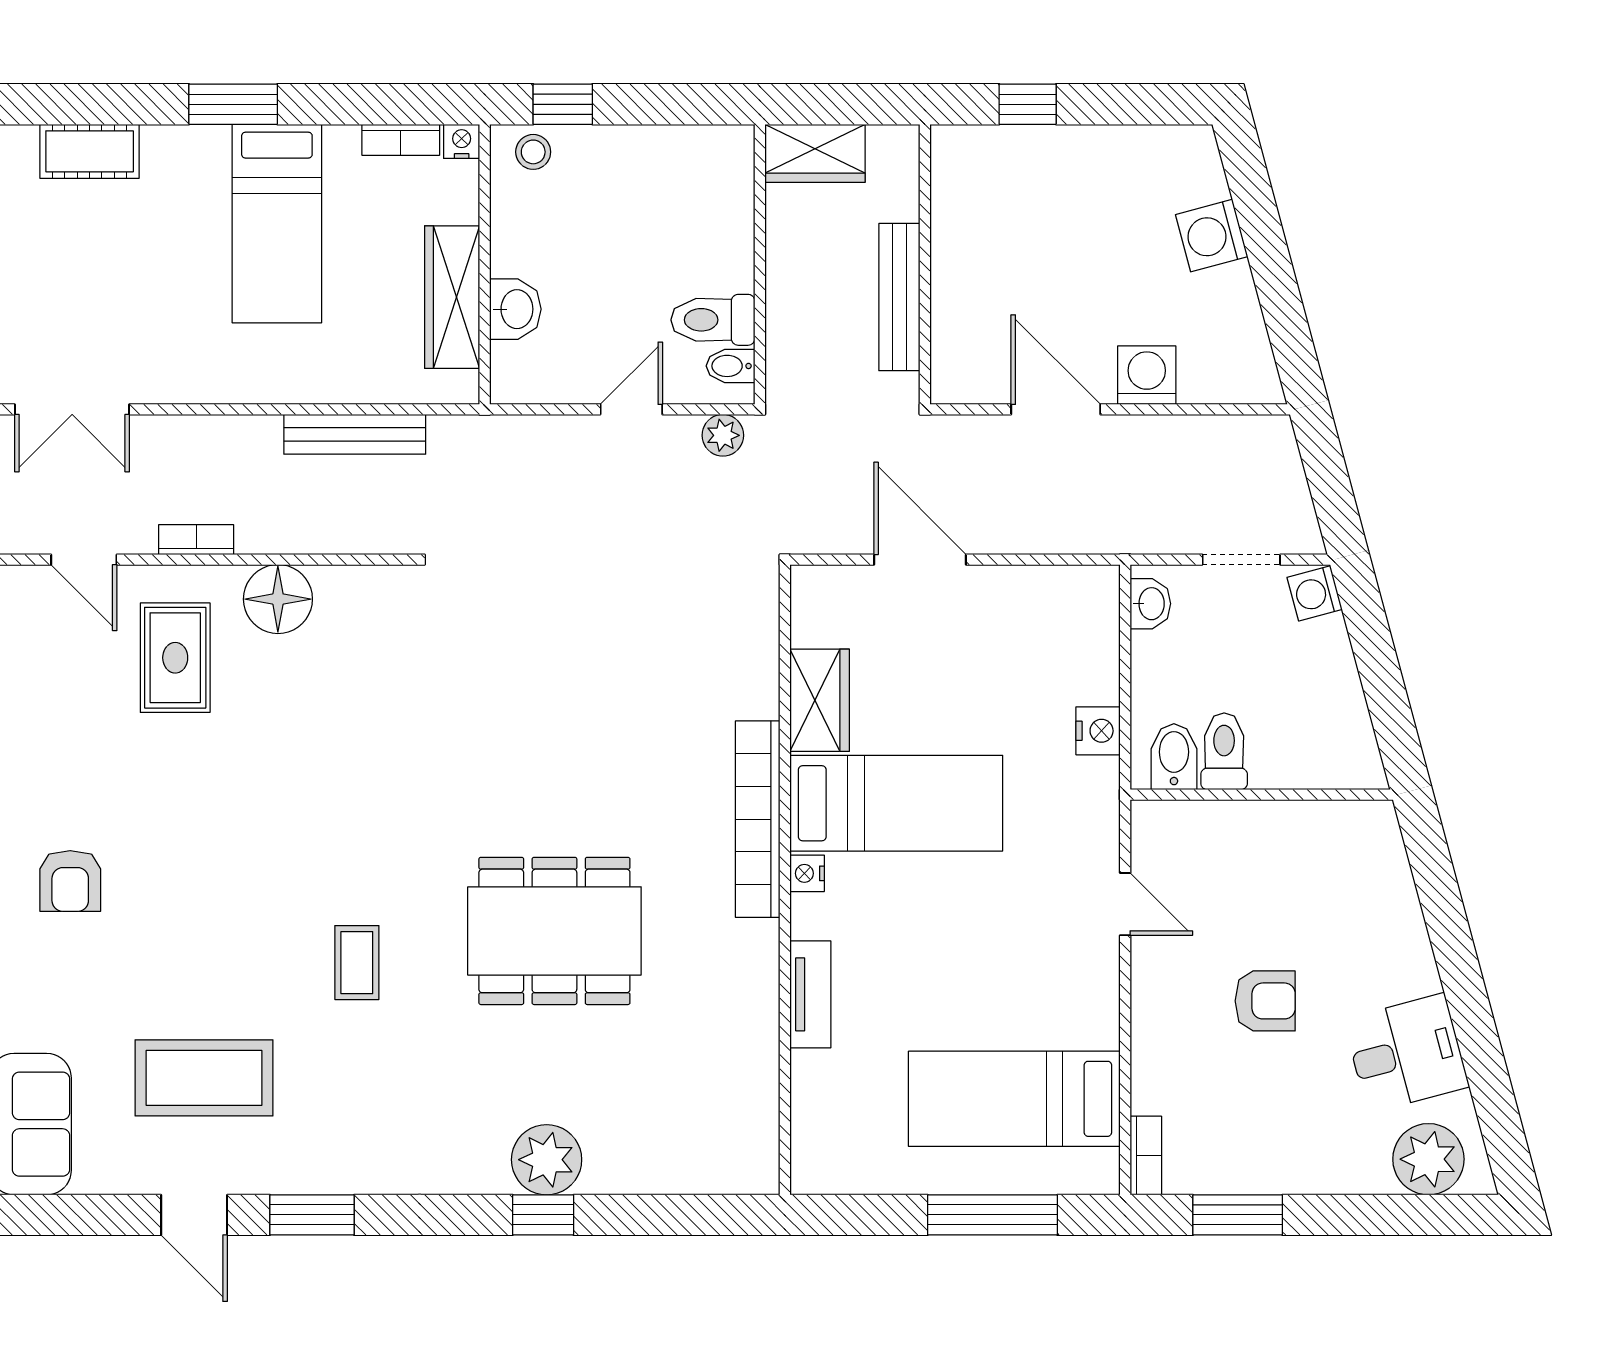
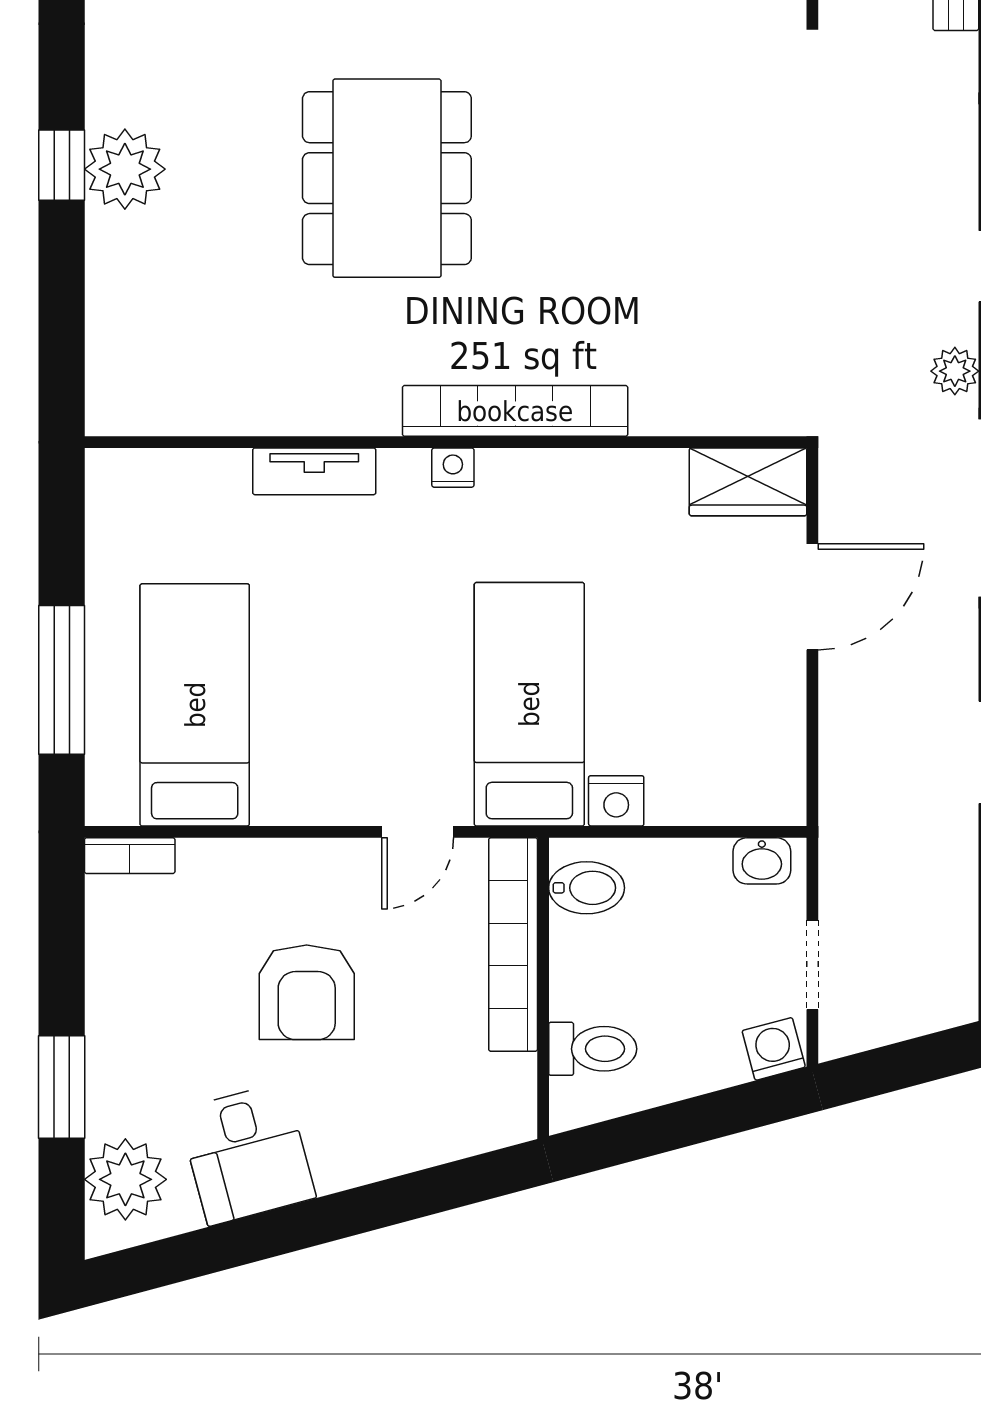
wardrobe: (820, 700) -> (748, 482), moved
toilet: (1224, 751) -> (593, 1049), moved
bed: (896, 803) -> (529, 704), moved, turned 180
bookcase: (1223, 821) -> (513, 944), added
armchair: (1265, 1001) -> (307, 992), width x1.38, depth x1.38
window: (1238, 1215) -> (62, 1087), moved

